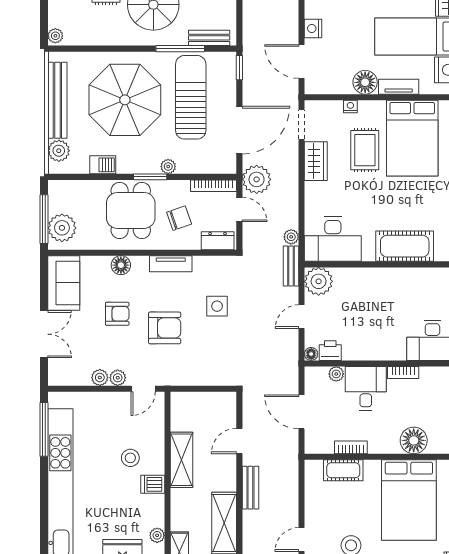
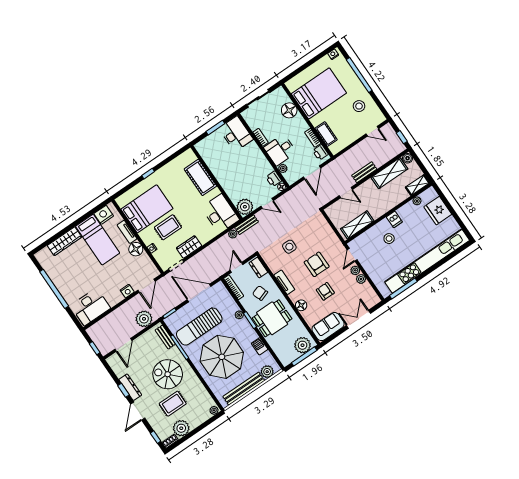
plant: (257, 179) -> (144, 319), moved
door: (143, 389) -> (352, 255), swing flipped
printer: (322, 444) -> (320, 152), added
shelving: (182, 460) -> (357, 225), moved

